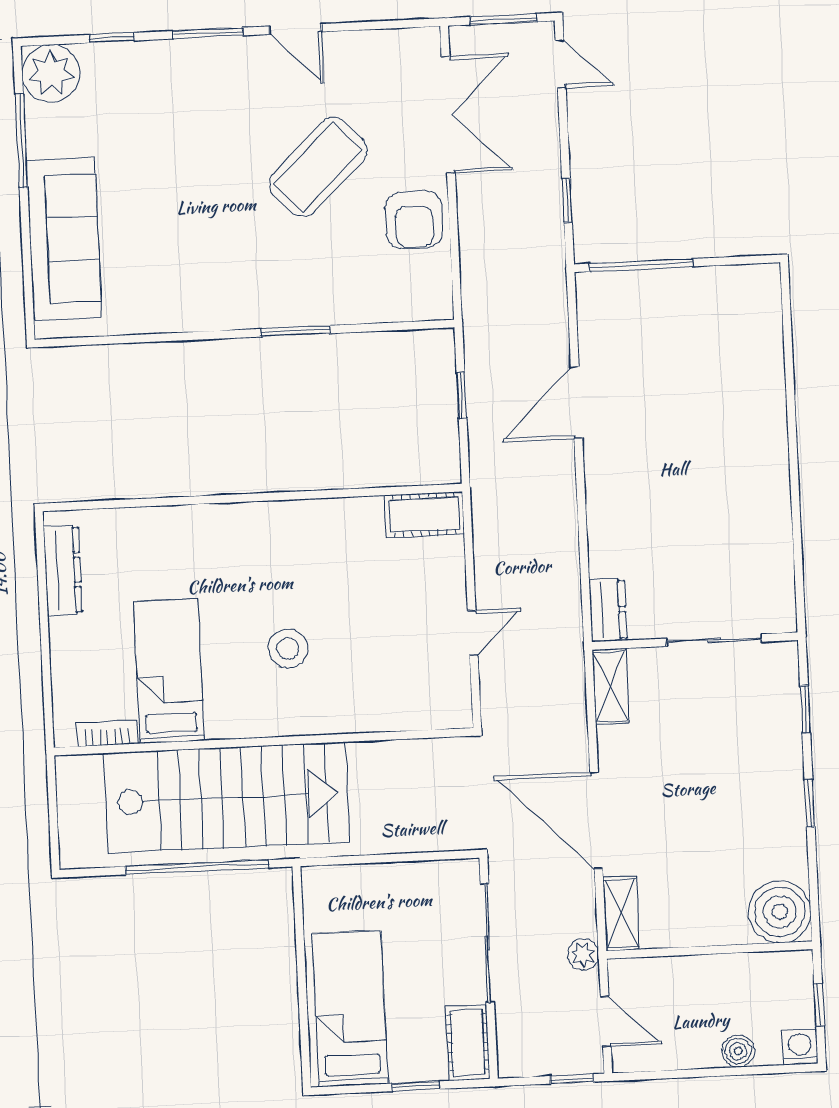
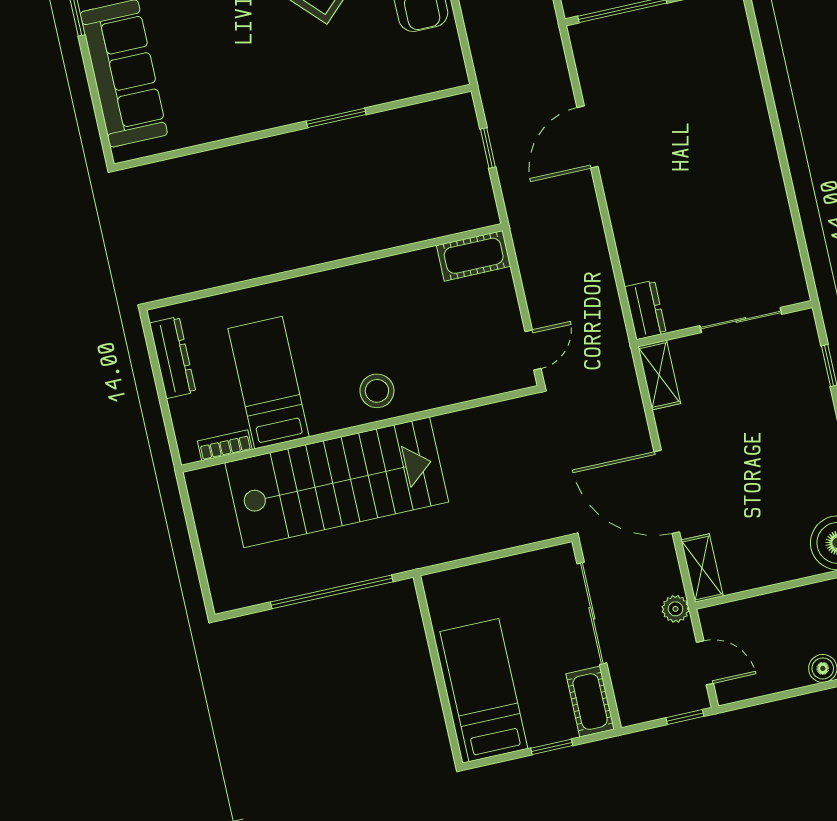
bed: (169, 671) -> (268, 383), moved
bookcase: (107, 733) -> (225, 445), moved
wall: (264, 742) -> (360, 429), moved
stairs: (227, 798) -> (337, 482), moved

